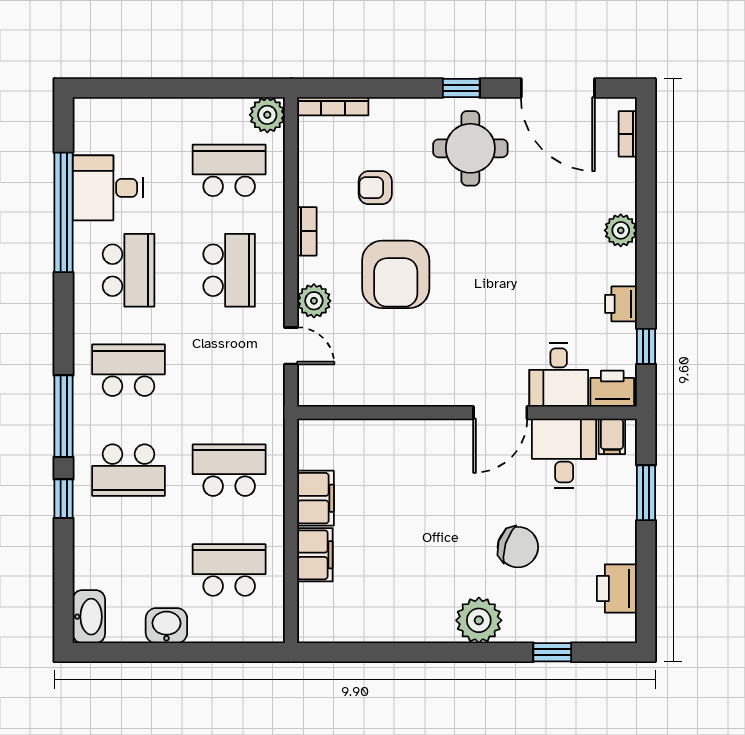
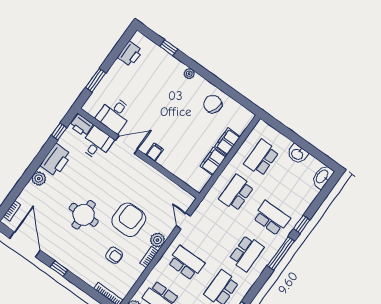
round table: (470, 148) -> (84, 215), moved
school desk: (229, 270) -> (186, 263), turned 90
plant: (314, 301) -> (158, 240), moved
printer: (621, 304) -> (56, 160), width x1.87, depth x1.48
school desk: (129, 370) -> (247, 253), turned -90
filing cabinet: (612, 436) -> (155, 152), moved
school desk: (229, 470) -> (236, 193), turned 90
chair: (518, 547) -> (213, 104), moved
school desk: (229, 570) -> (261, 158), turned 90
plant: (479, 620) -> (189, 74), width x0.53, depth x0.53

